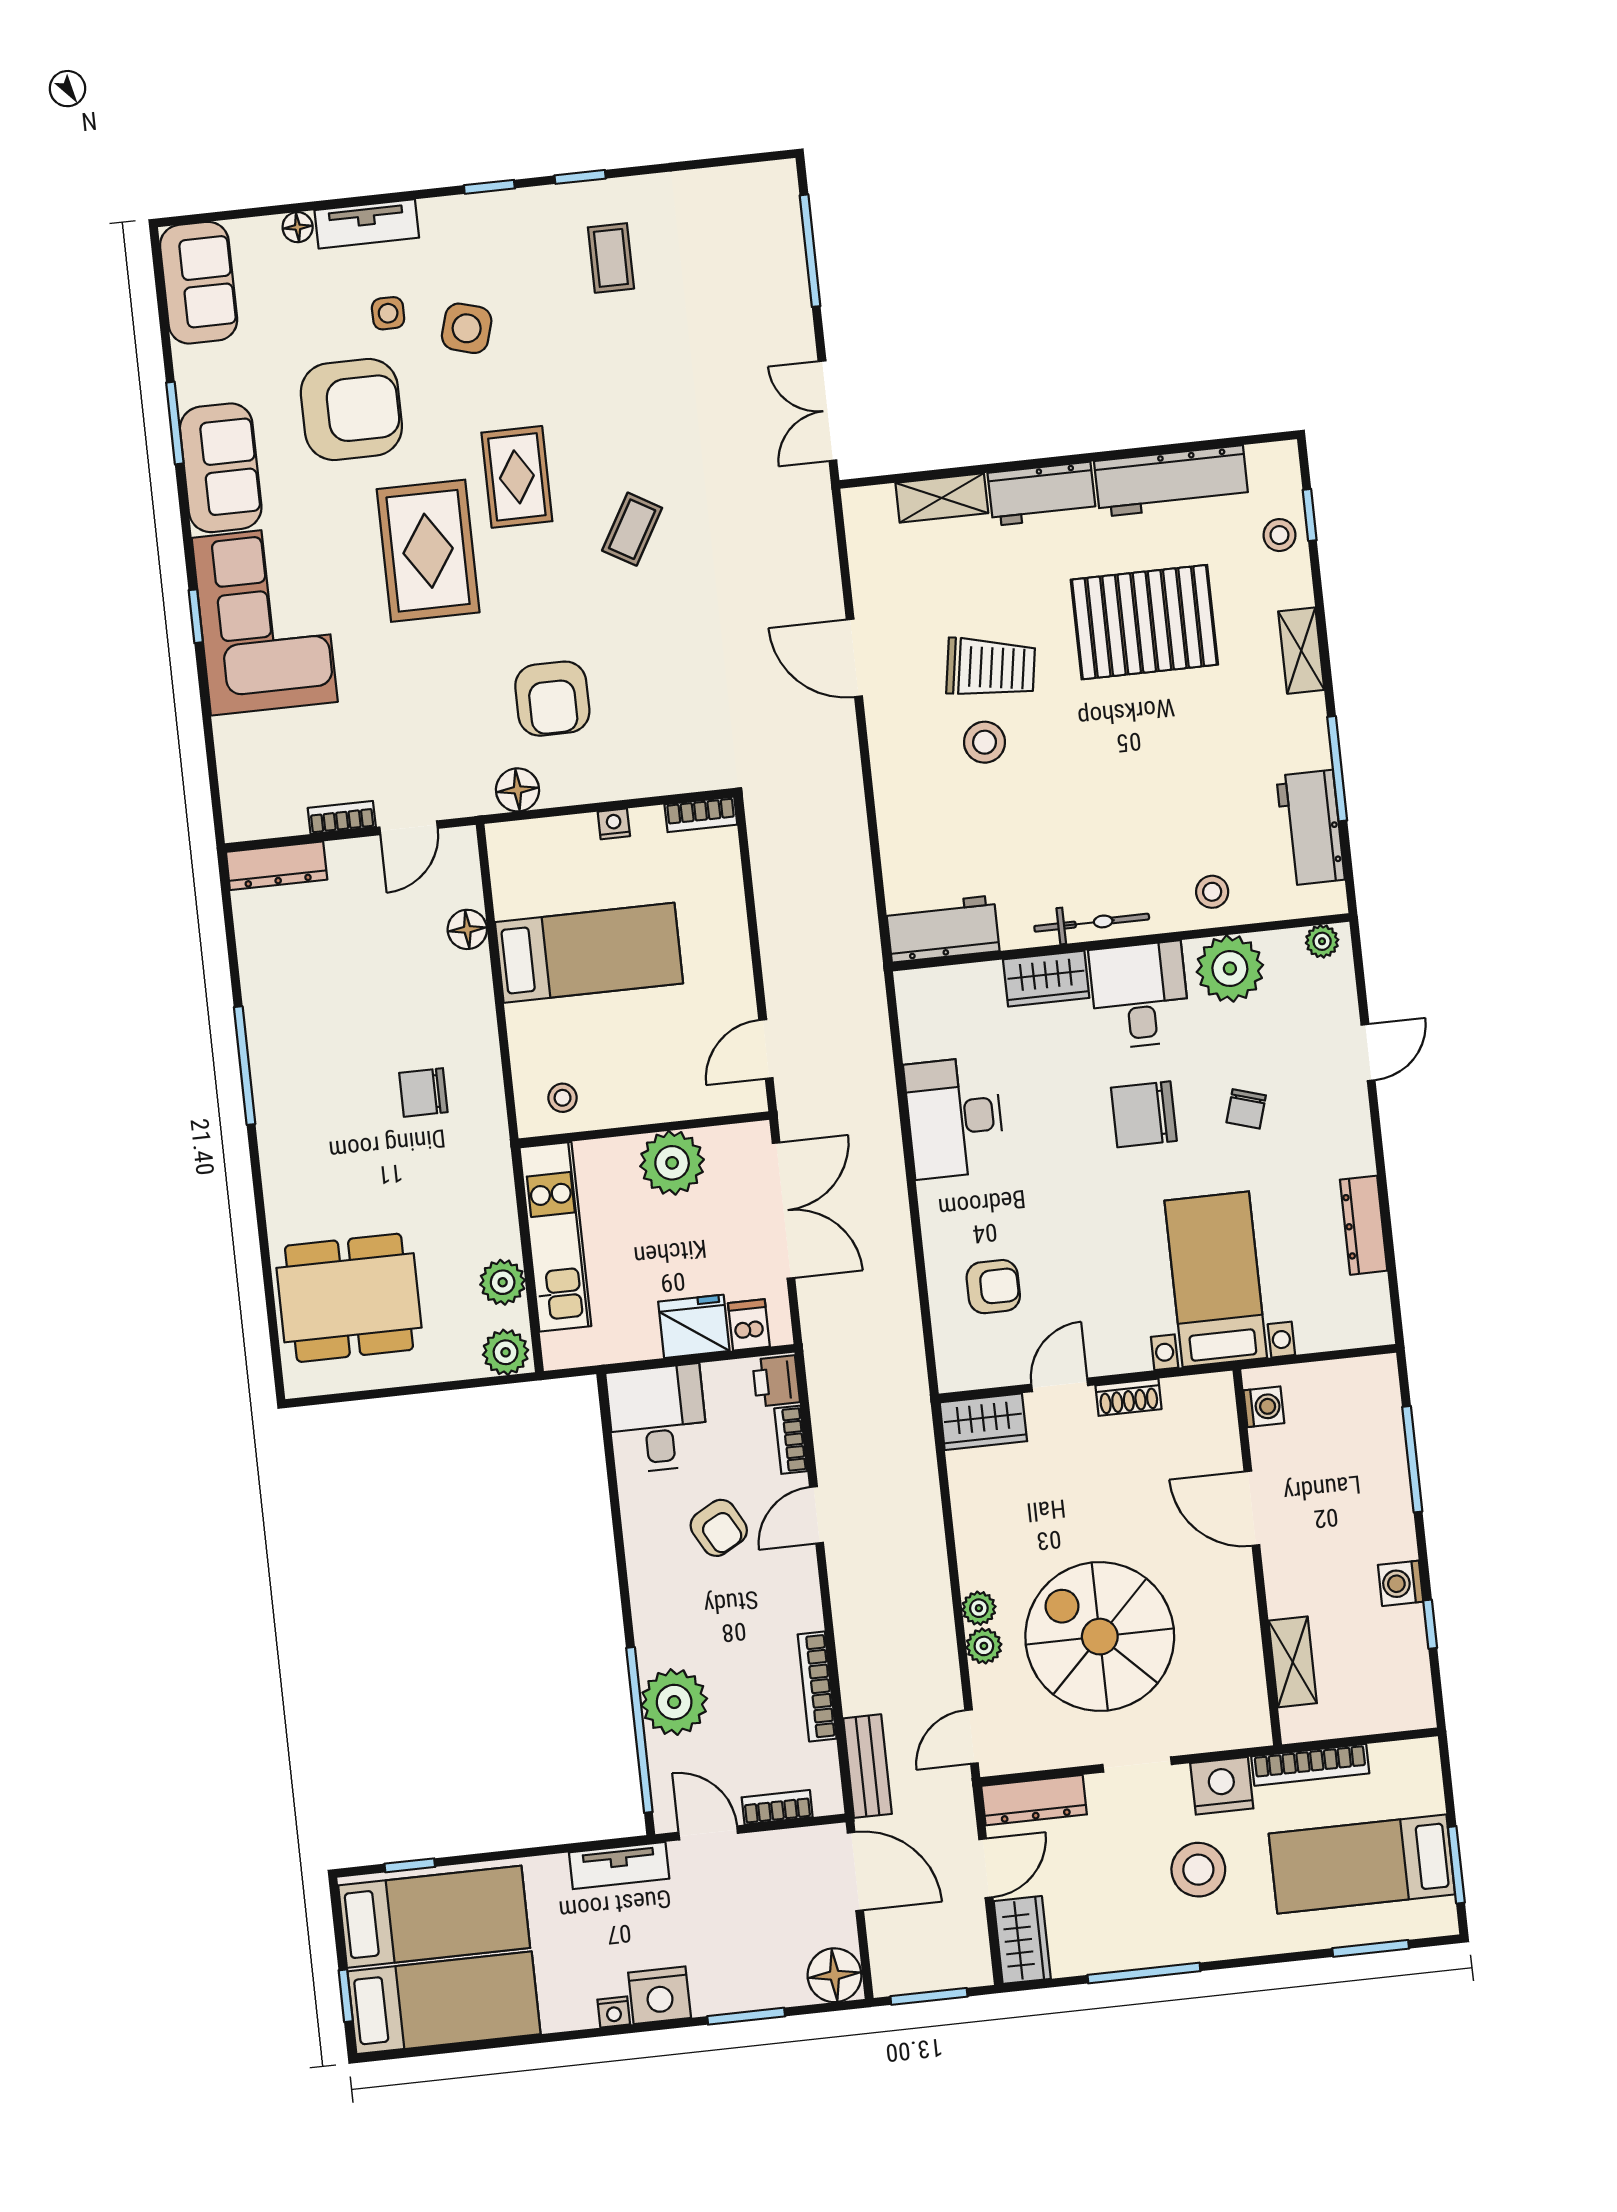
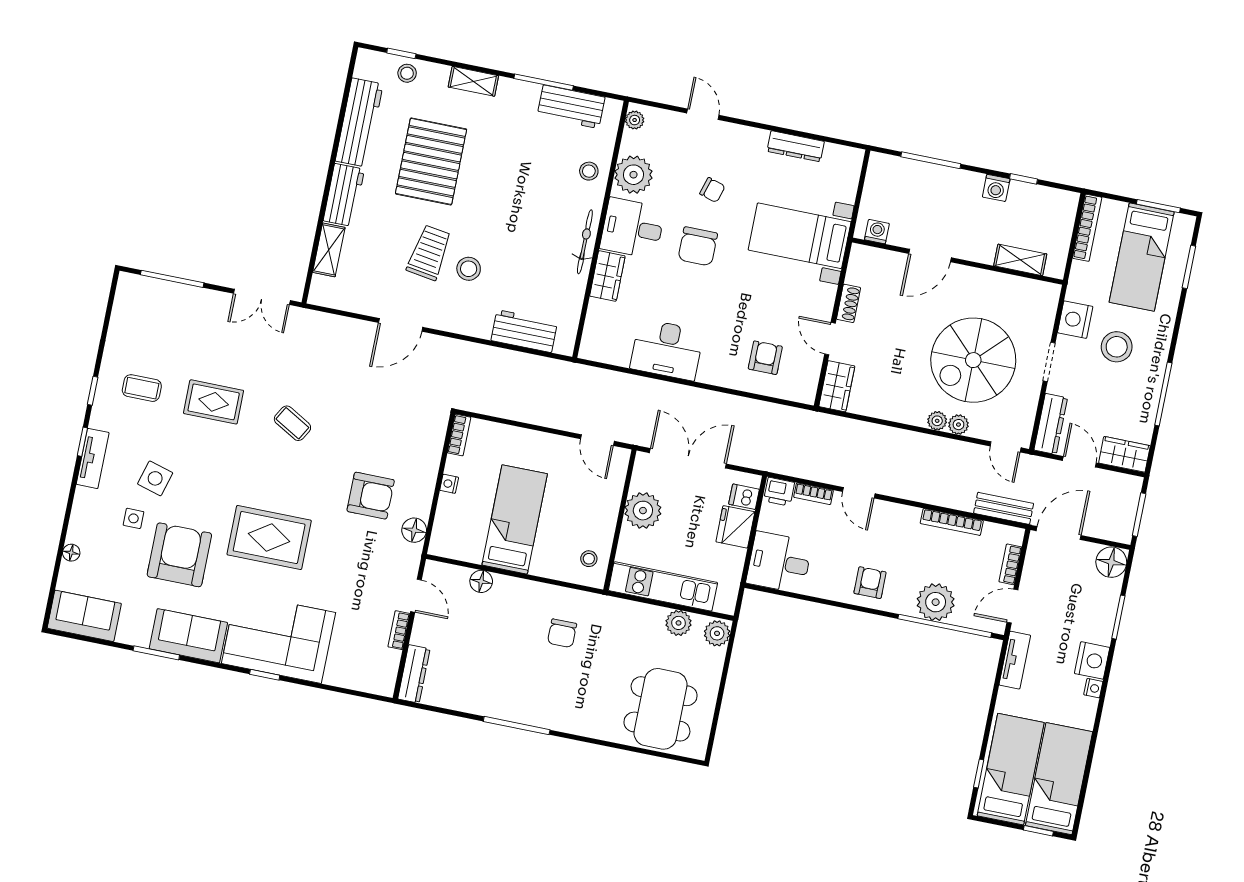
tv unit: (367, 224) -> (93, 458), moved
rug: (517, 477) -> (214, 402), moved
workbench: (943, 929) -> (524, 331), moved, turned 90
armchair: (719, 1528) -> (870, 583), moved, turned -61
bookcase: (1310, 1765) -> (1087, 228), moved

